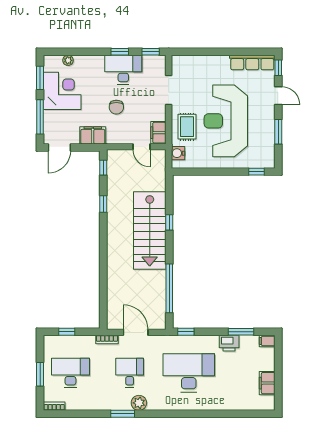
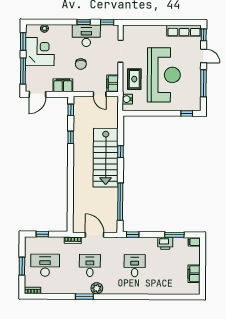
reception desk: (226, 121) -> (164, 75), turned 180
window: (278, 132) -> (203, 83), width x1.44
desk: (189, 373) -> (135, 266), width x0.53, depth x0.77

